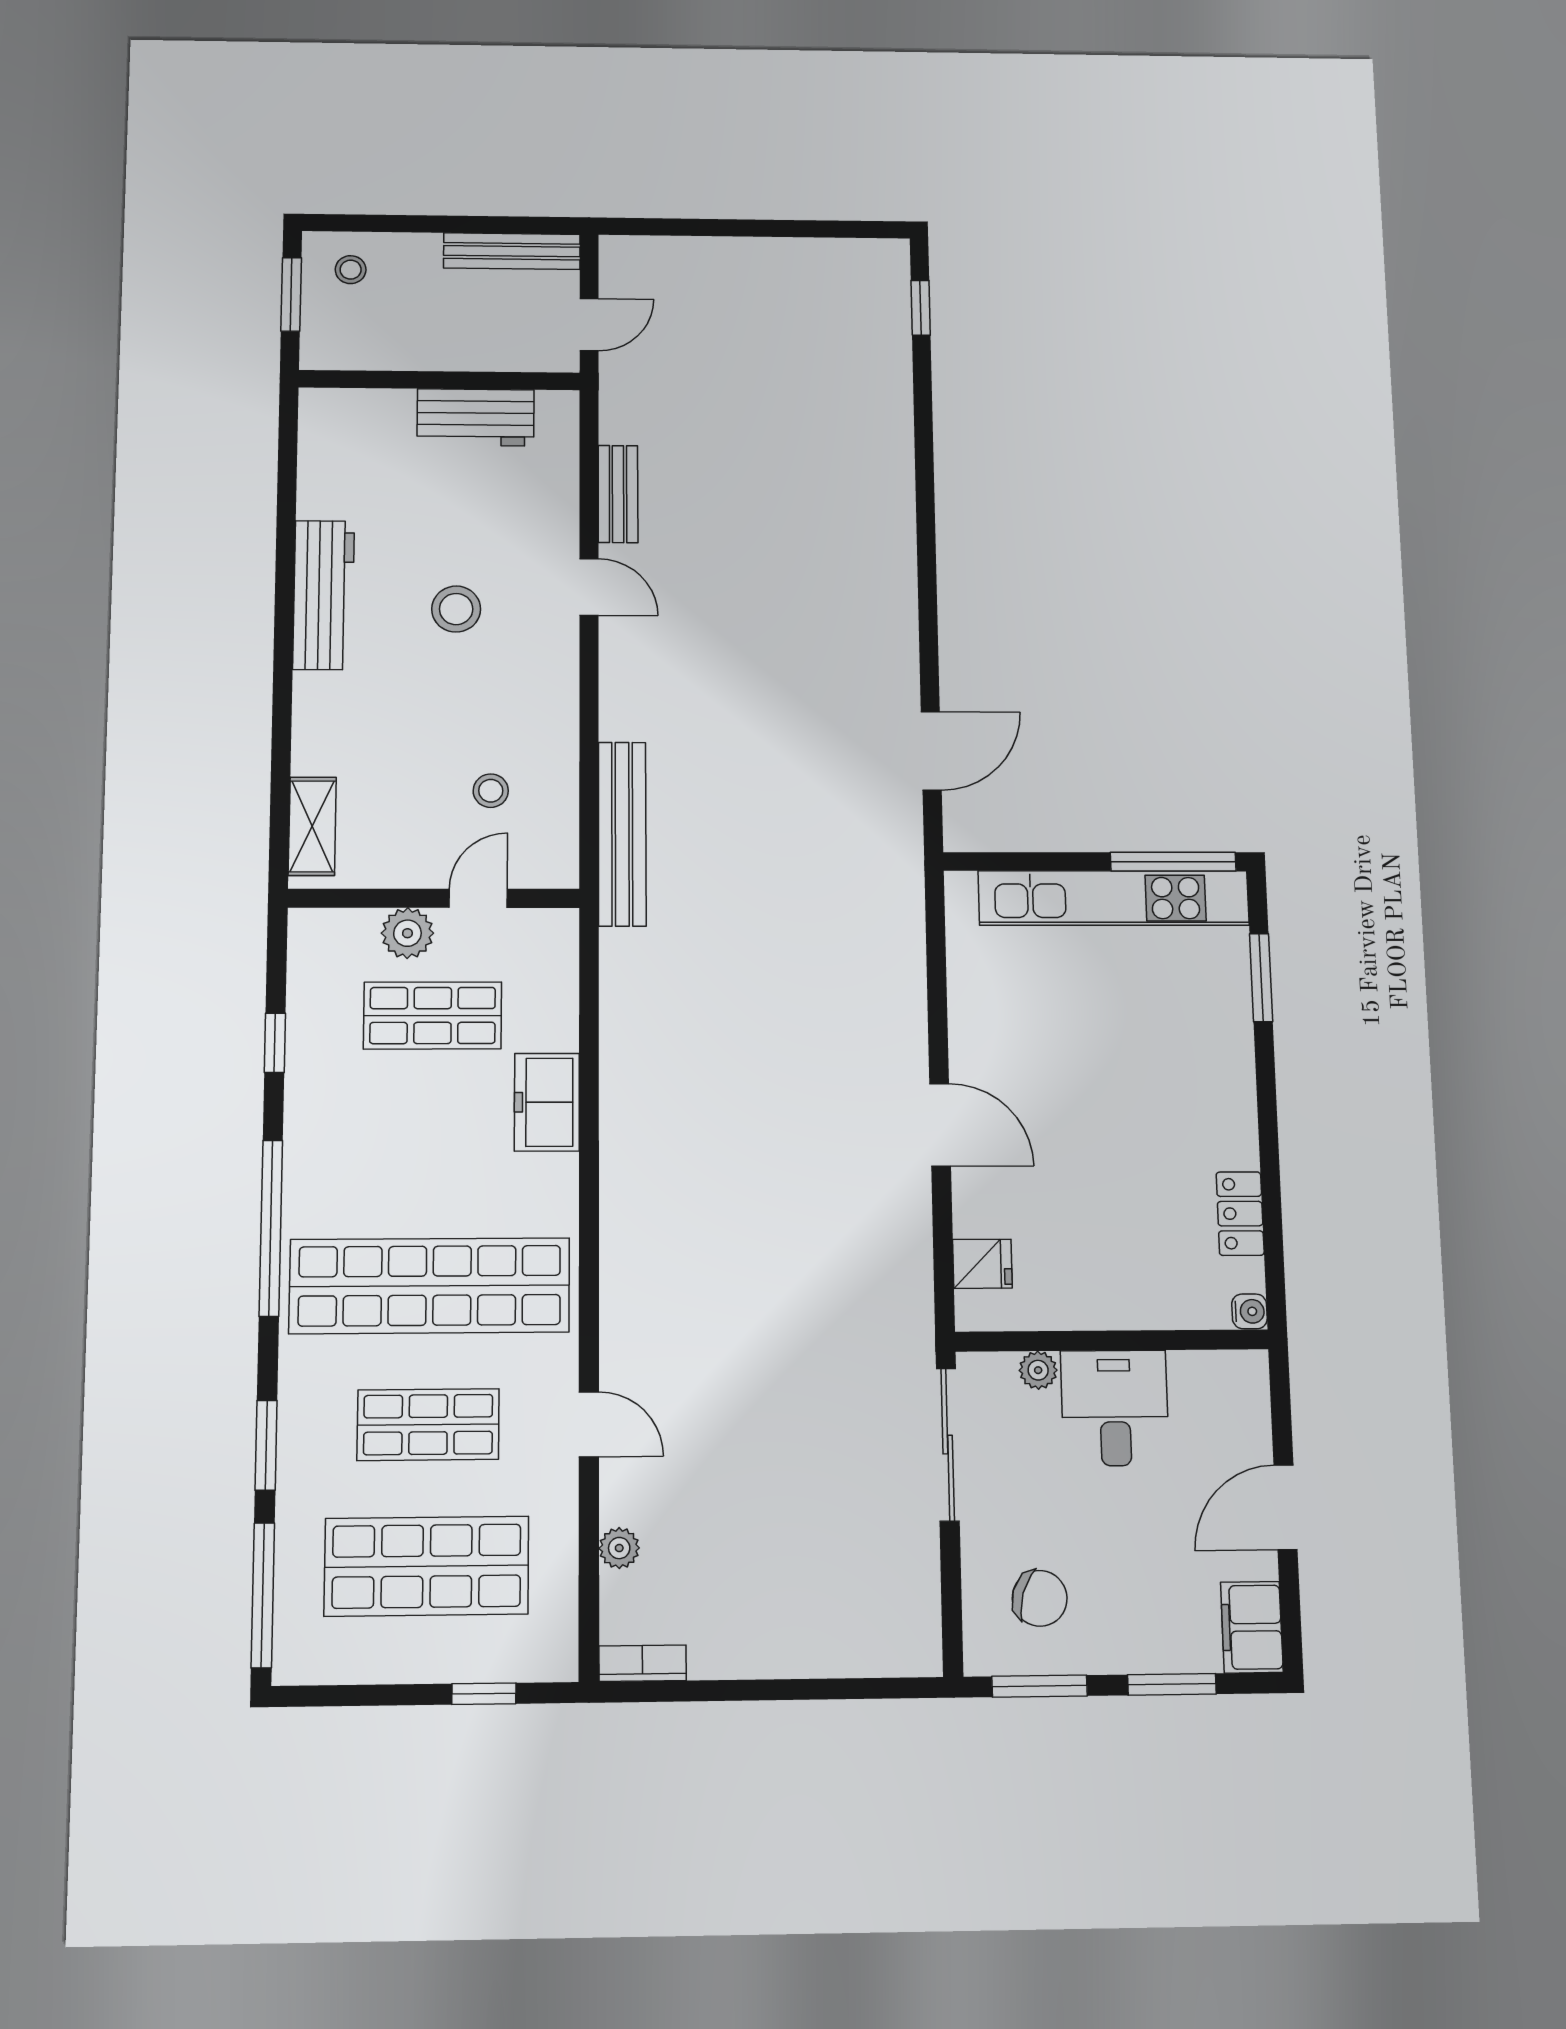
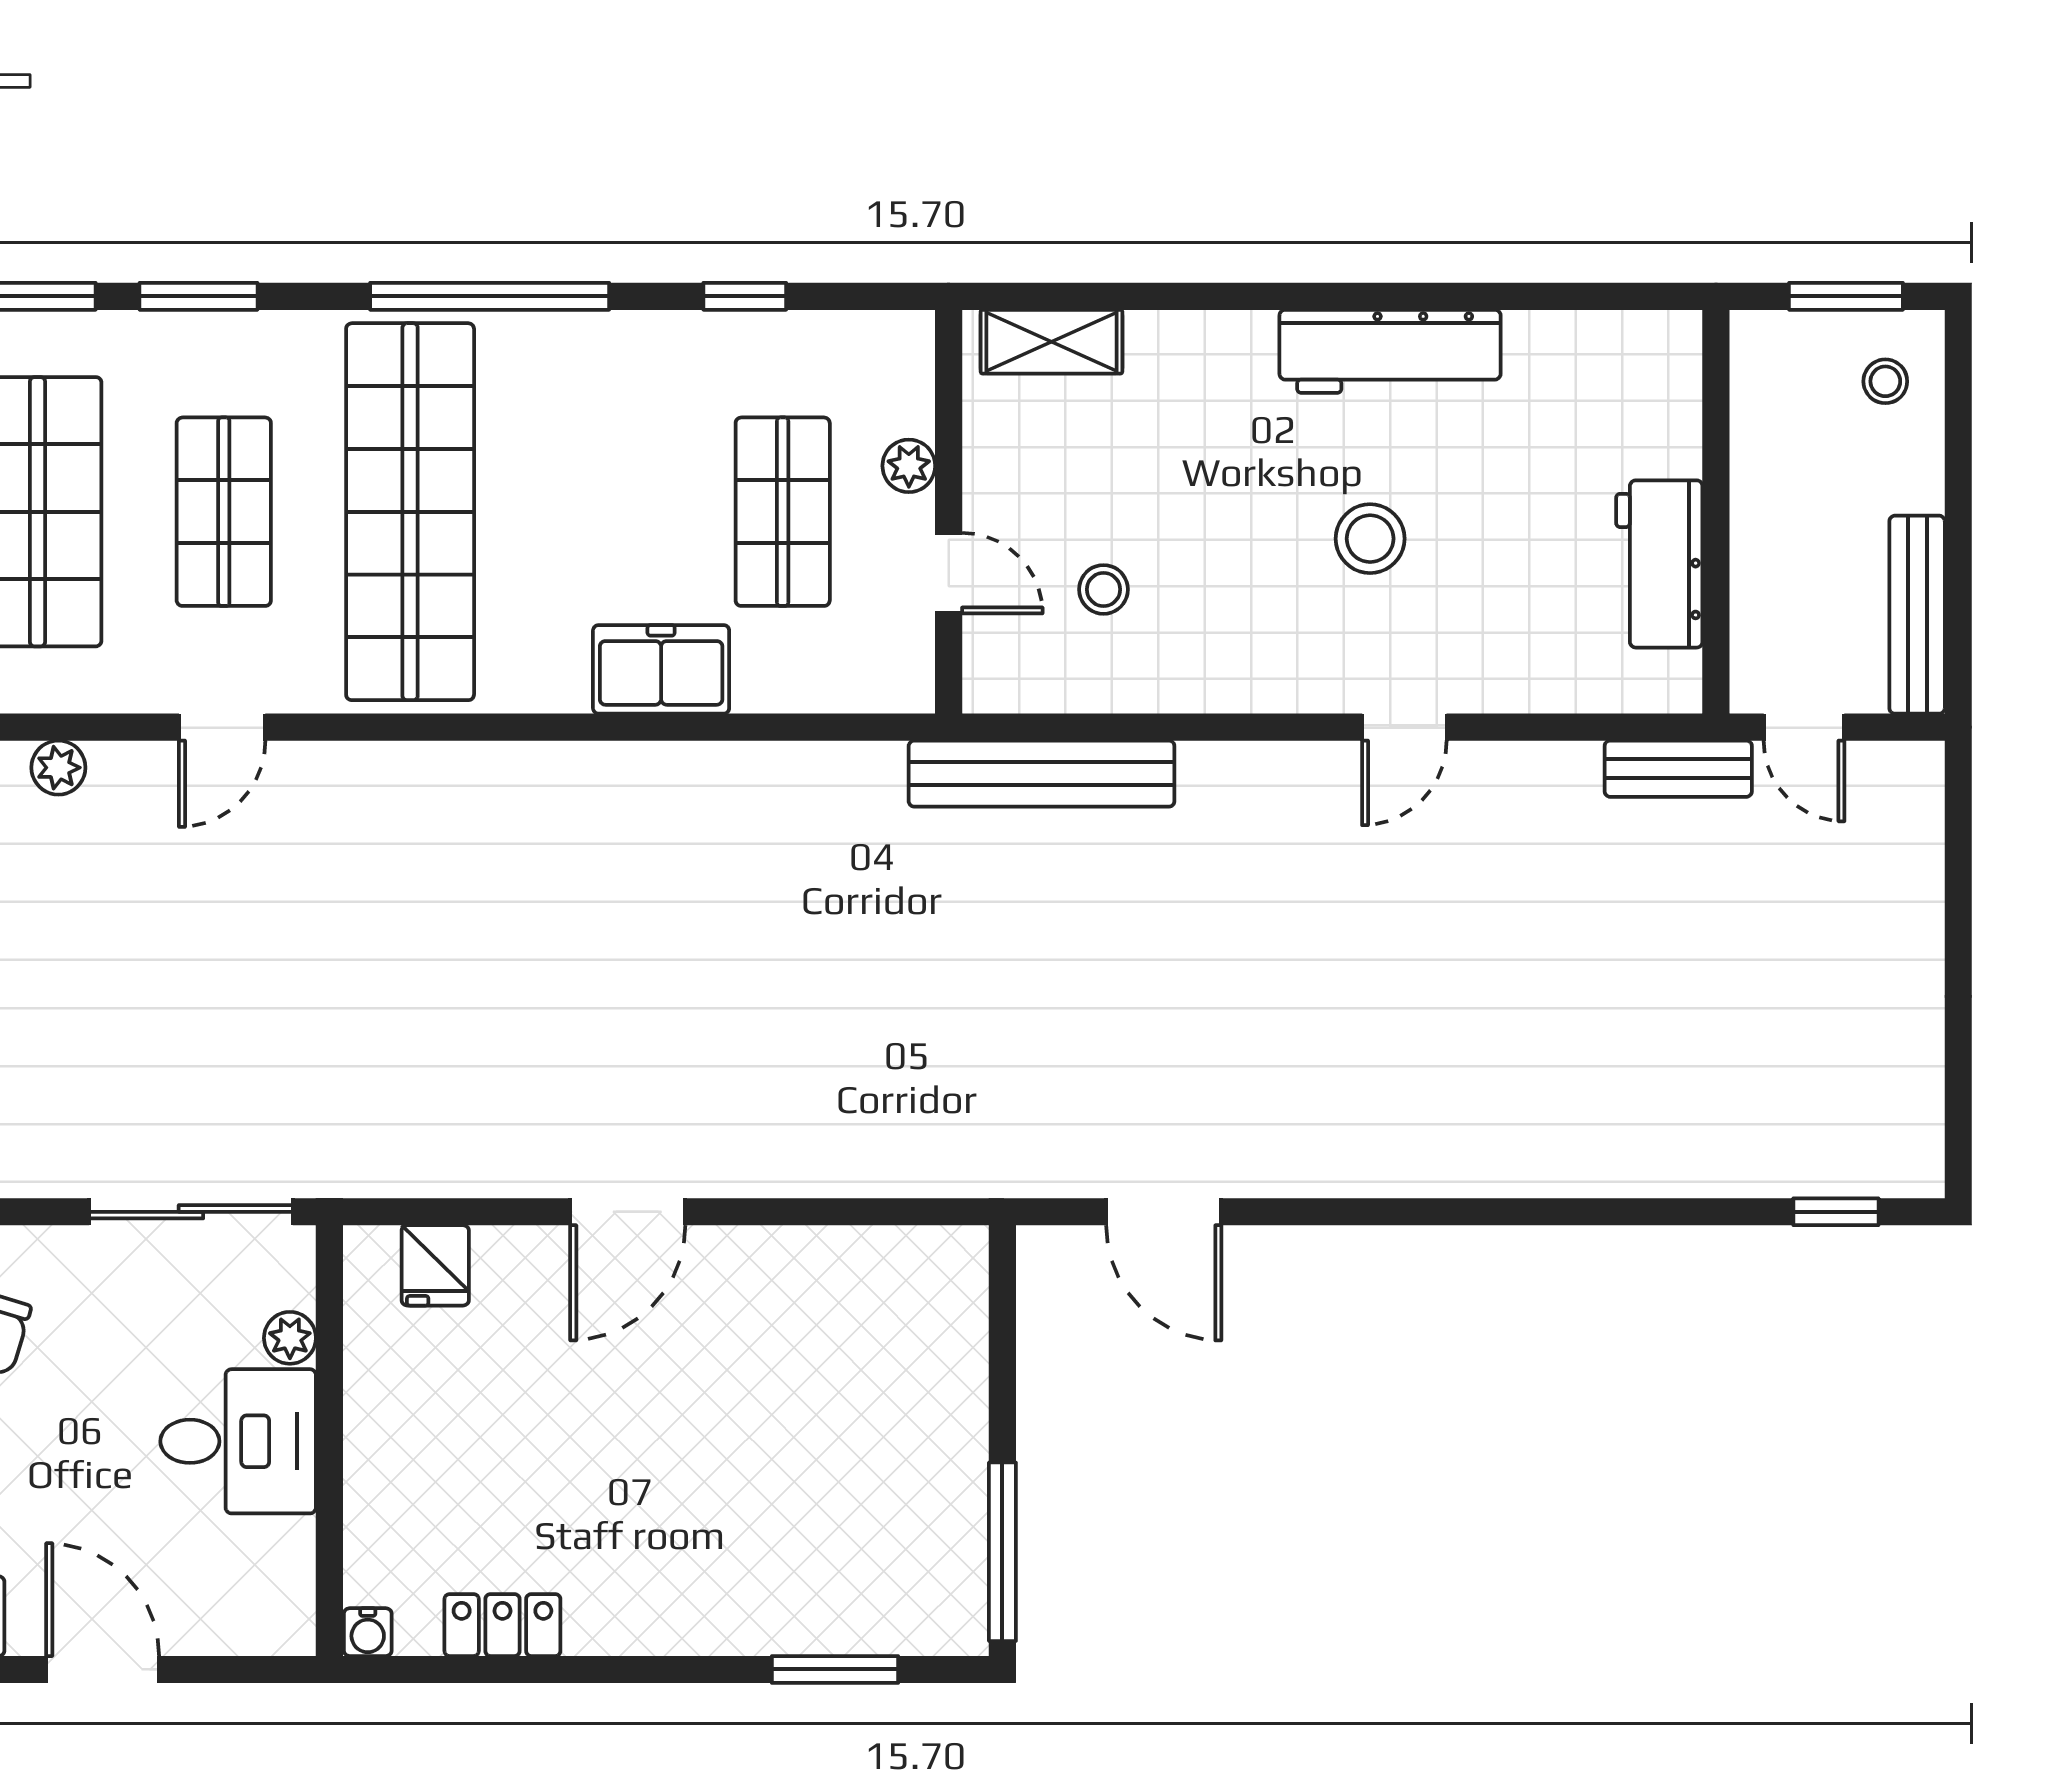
bench: (618, 494) -> (1678, 769), moved
kitchen unit: (1114, 898) -> (950, 1465), removed
plant: (407, 933) -> (909, 466), width x0.73, depth x0.73

